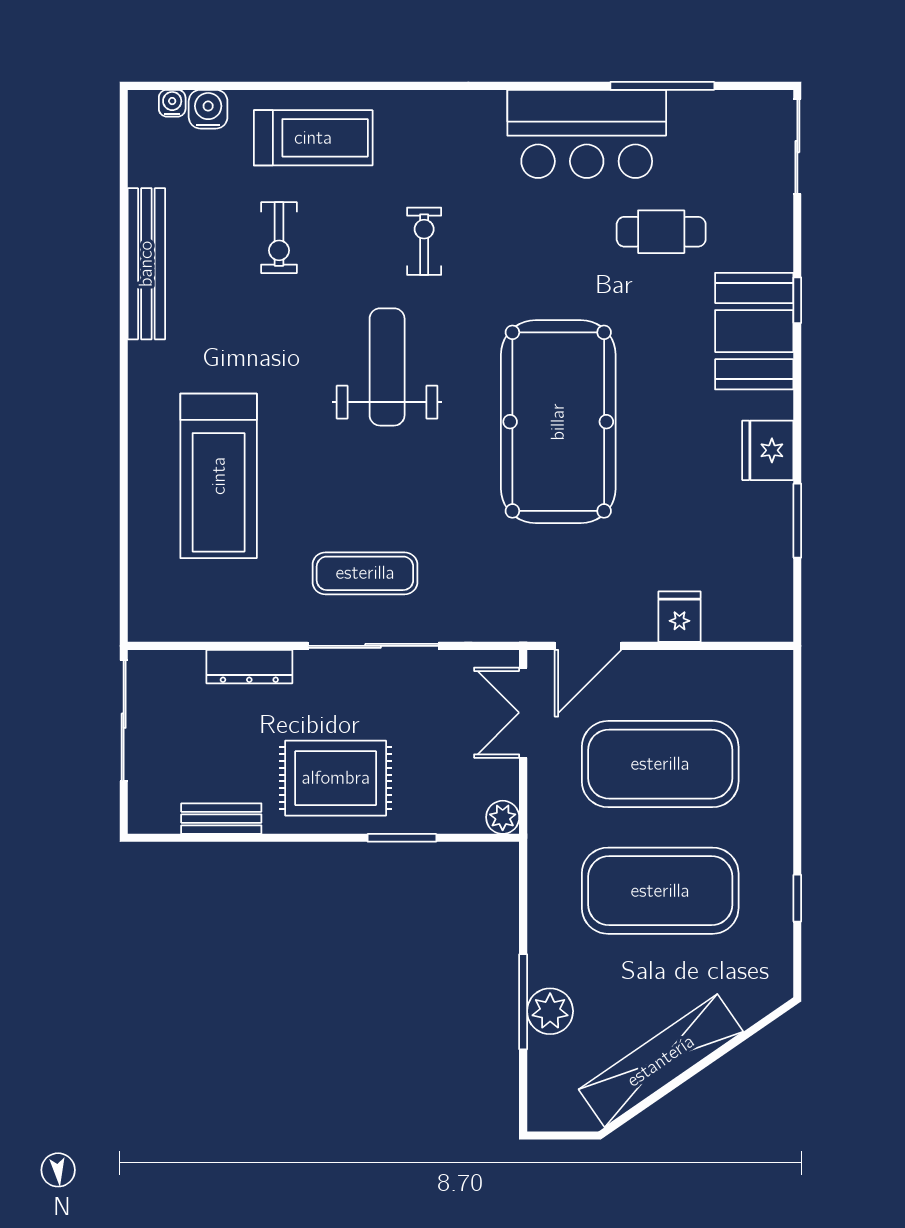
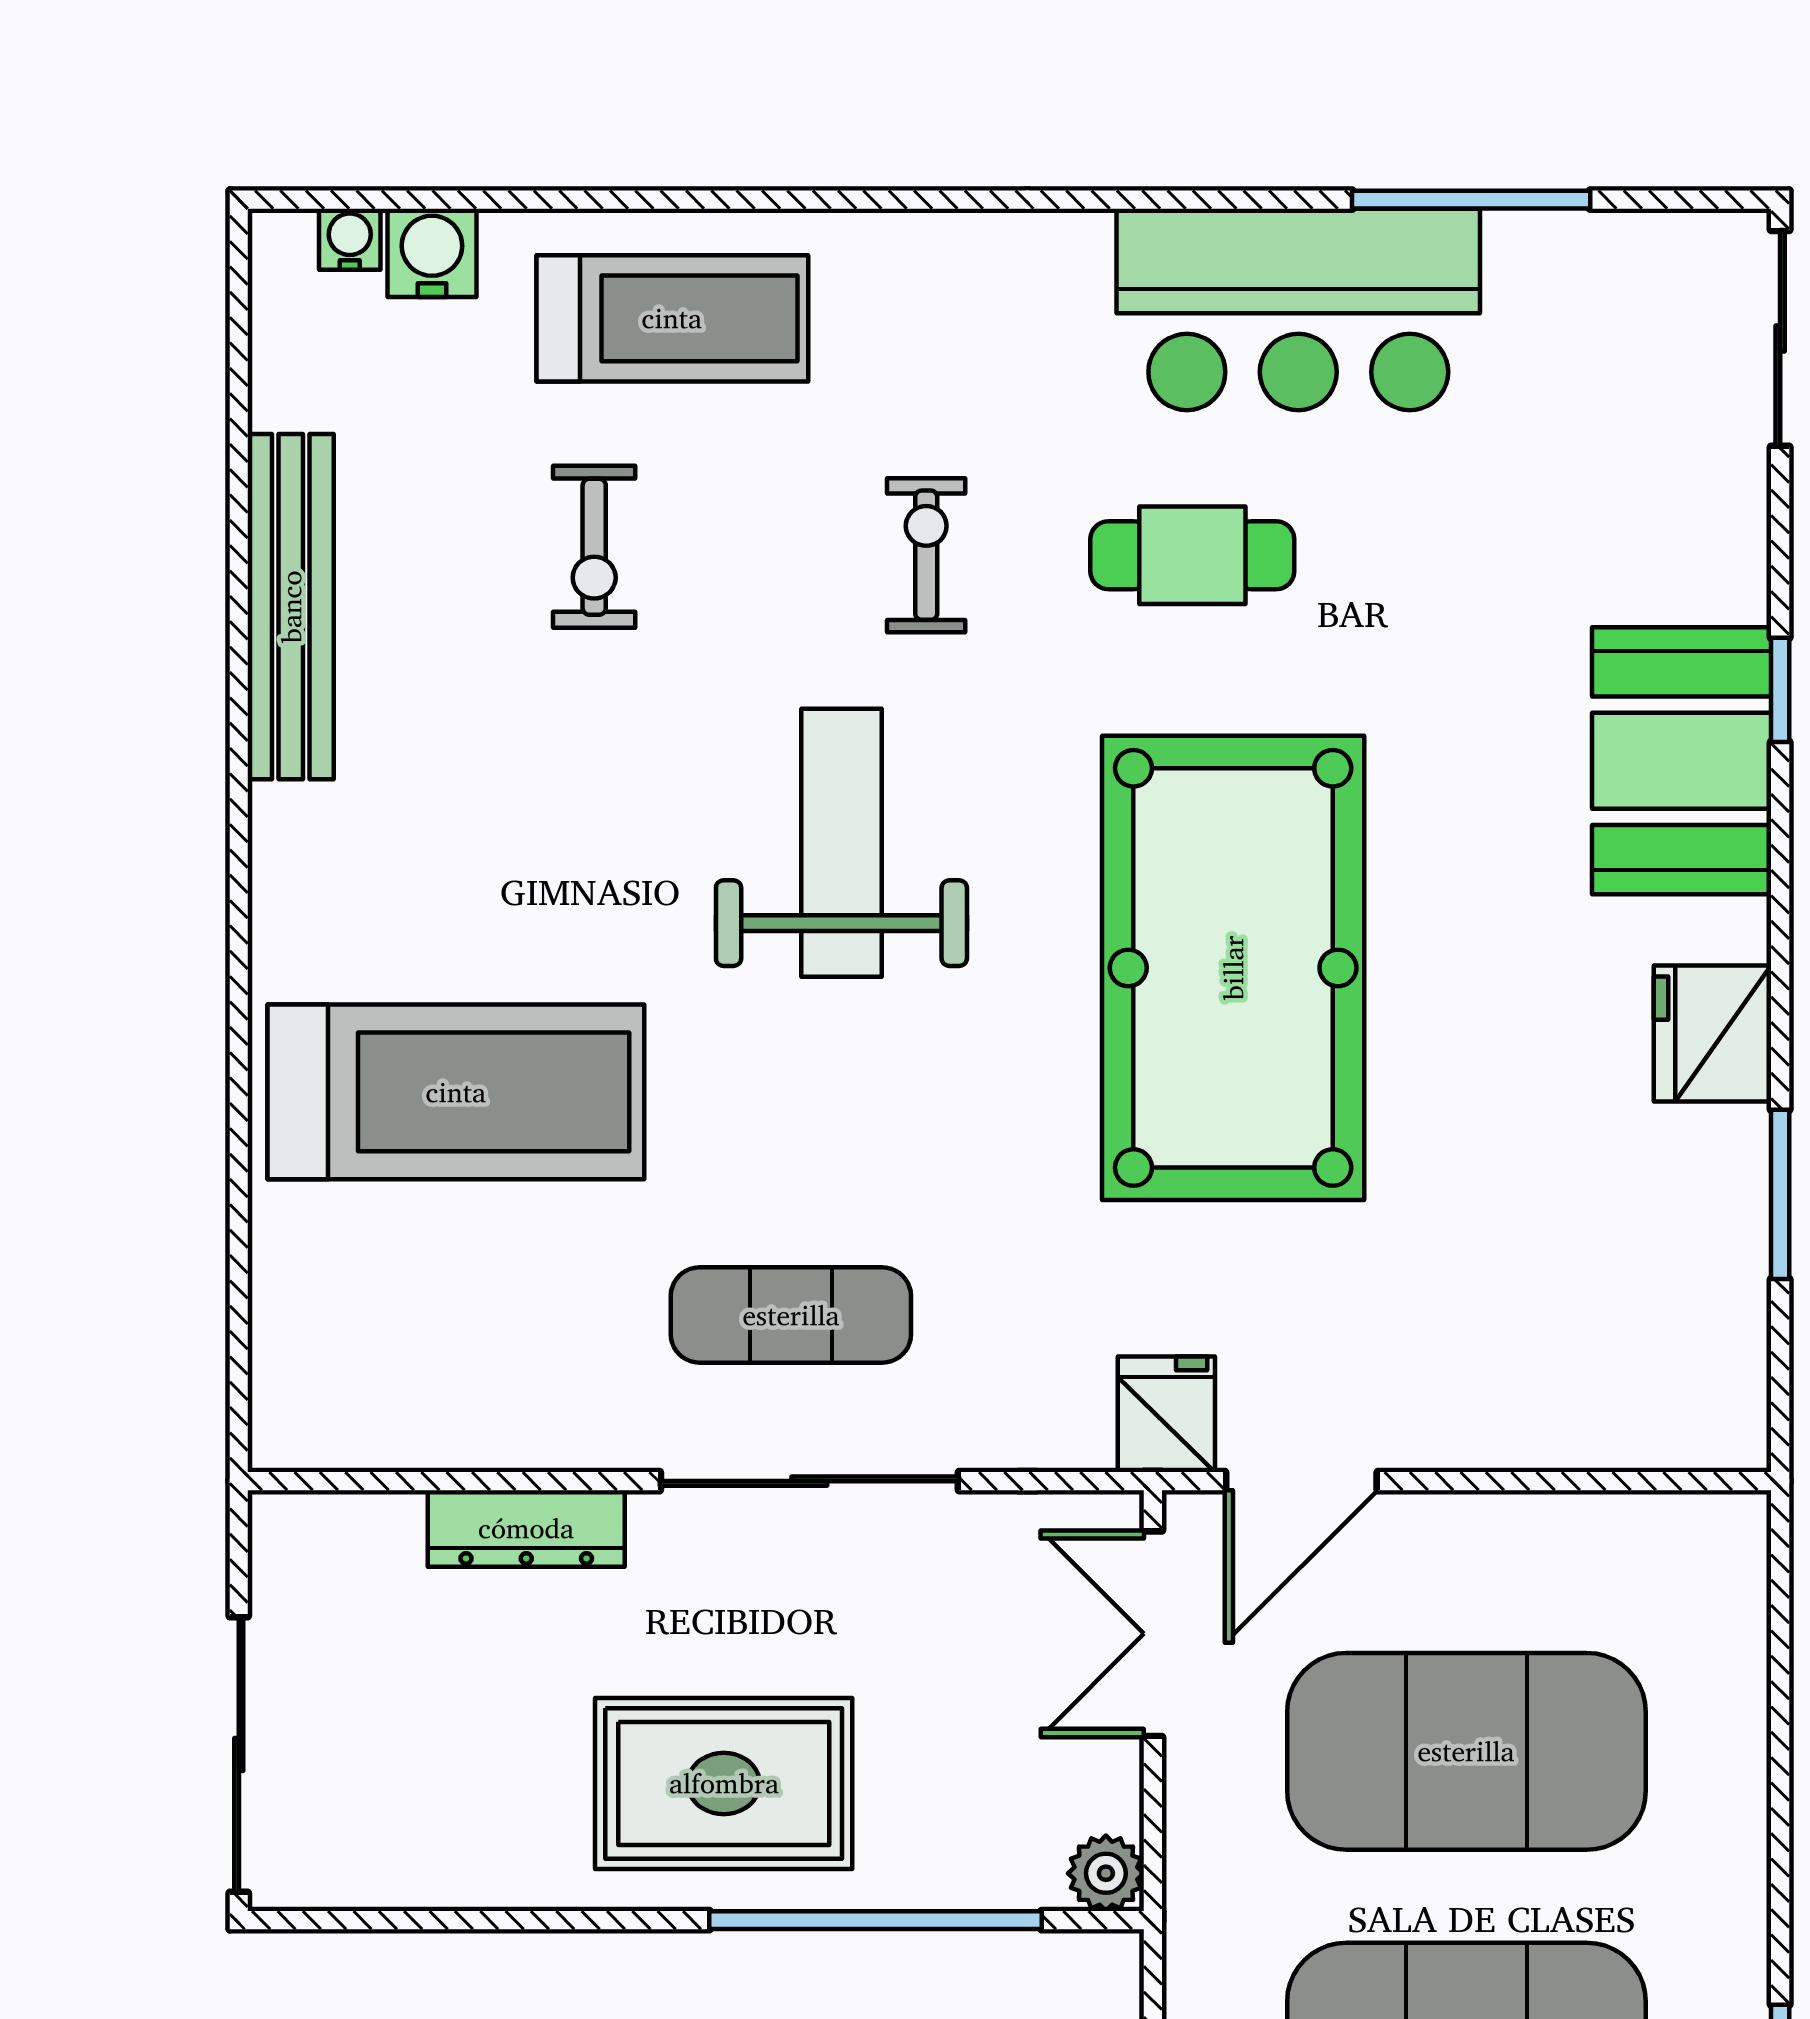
cafe table: (661, 232) -> (1192, 555), moved
treadmill: (219, 476) -> (456, 1092), turned -90
fridge: (679, 617) -> (1166, 1414), moved
sliding door: (124, 721) -> (239, 1755), moved
bench: (221, 819) -> (462, 1876), removed
window: (402, 838) -> (875, 1920), width x2.11

